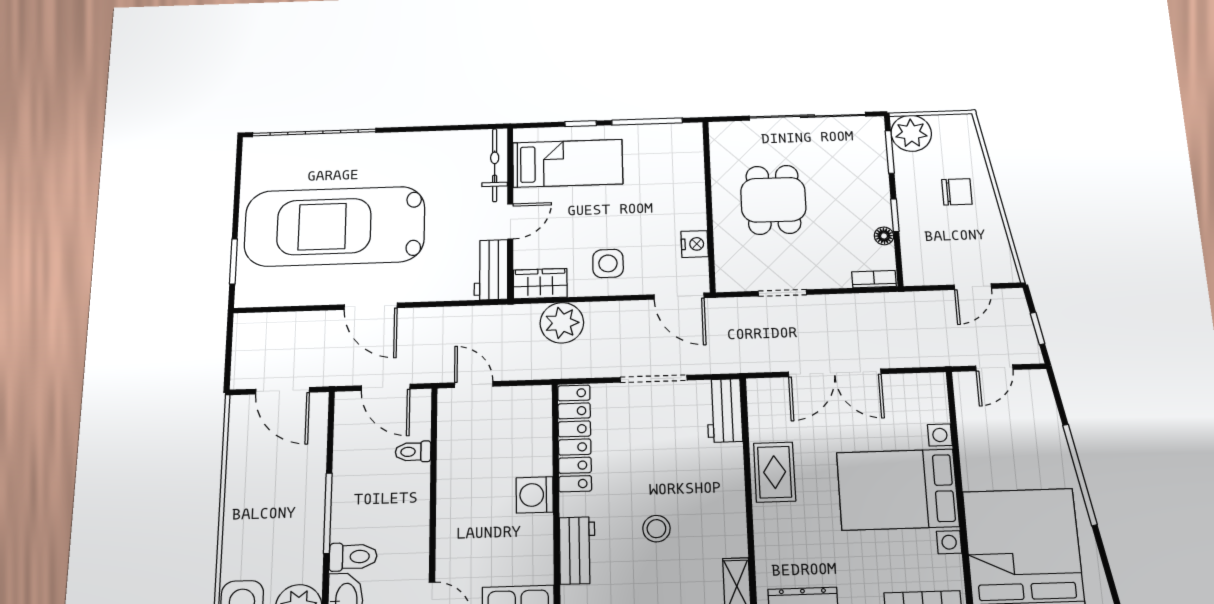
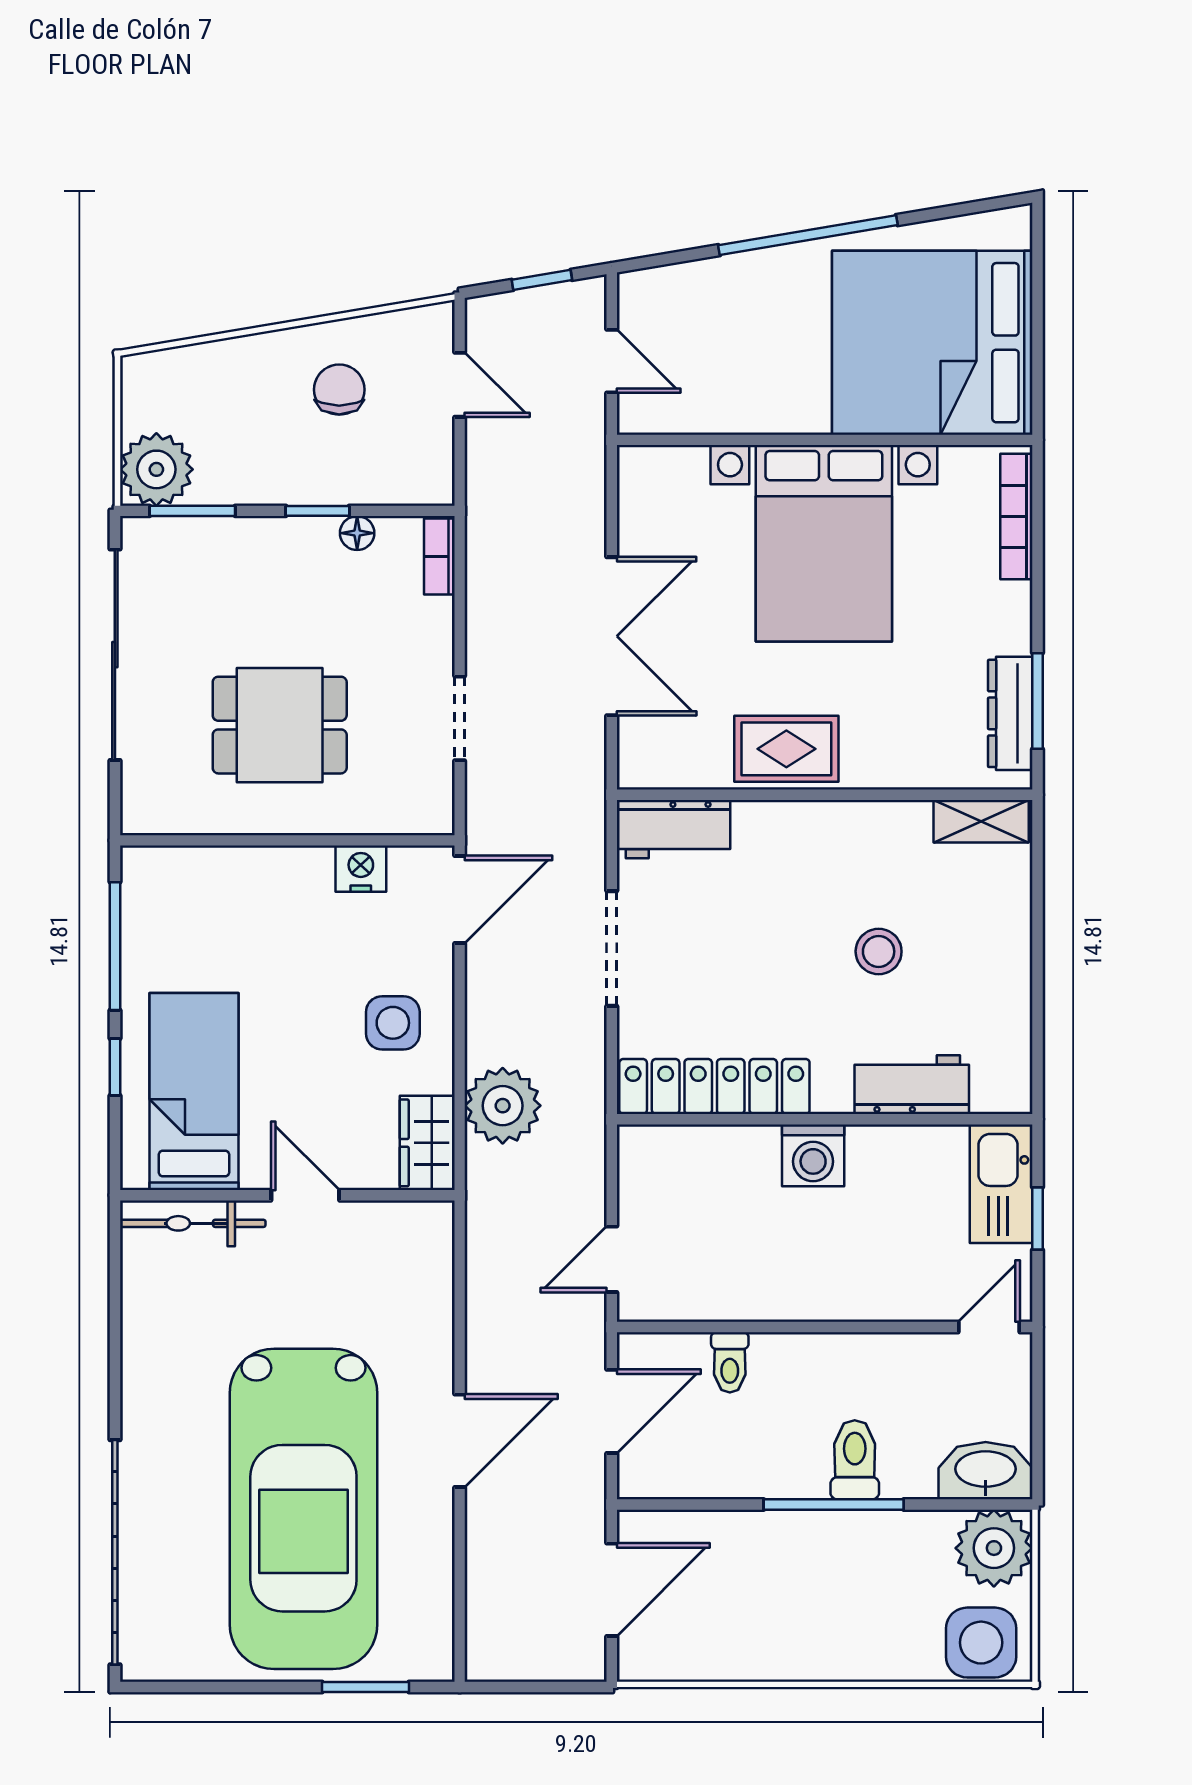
chair: (957, 192) -> (339, 390), moved
workbench: (491, 270) -> (398, 1230), removed
toilet: (353, 557) -> (855, 1460), moved

